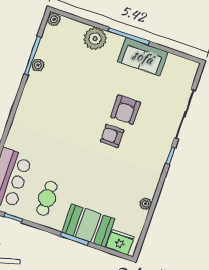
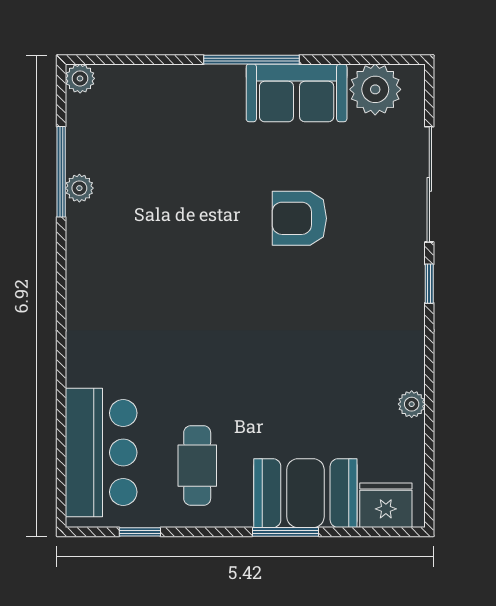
plant: (95, 39) -> (375, 89), moved
armchair: (126, 110) -> (299, 218), turned 90
armchair: (112, 136) -> (290, 284), removed

